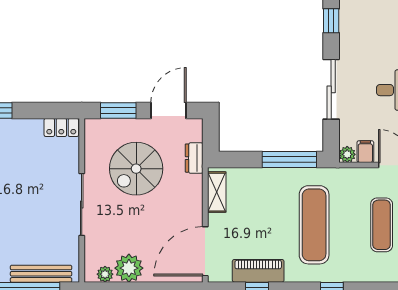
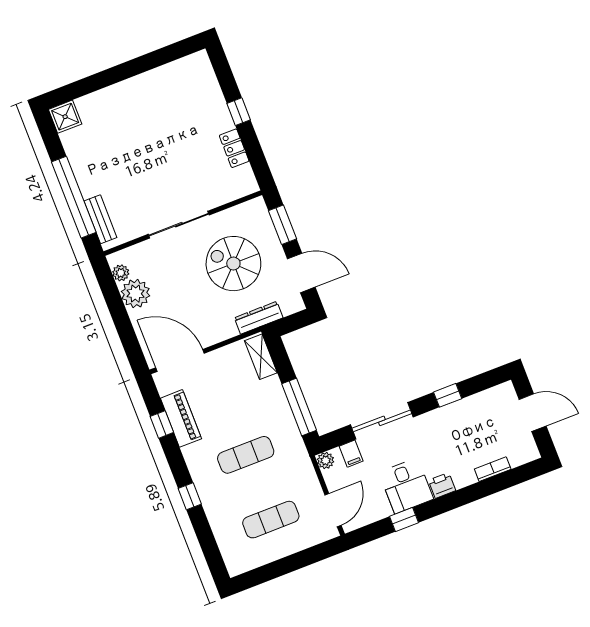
locker: (61, 127) -> (234, 148), moved
filing cabinet: (365, 152) -> (351, 454), moved, turned 90
dresser: (194, 158) -> (259, 318), width x1.44
shelving: (217, 192) -> (261, 357), moved, turned 90
exercise mat: (314, 225) -> (246, 455), width x0.73, depth x0.69
bench: (41, 274) -> (100, 219), width x0.73

